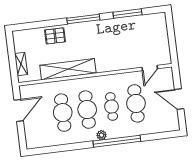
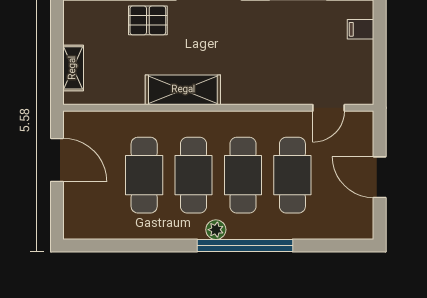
filing cabinet: (161, 27) -> (361, 29), added
shelving: (68, 69) -> (183, 90), width x0.68
cafe table: (112, 107) -> (243, 175), width x1.37, depth x1.35
door: (19, 110) -> (57, 160), hinge flipped

